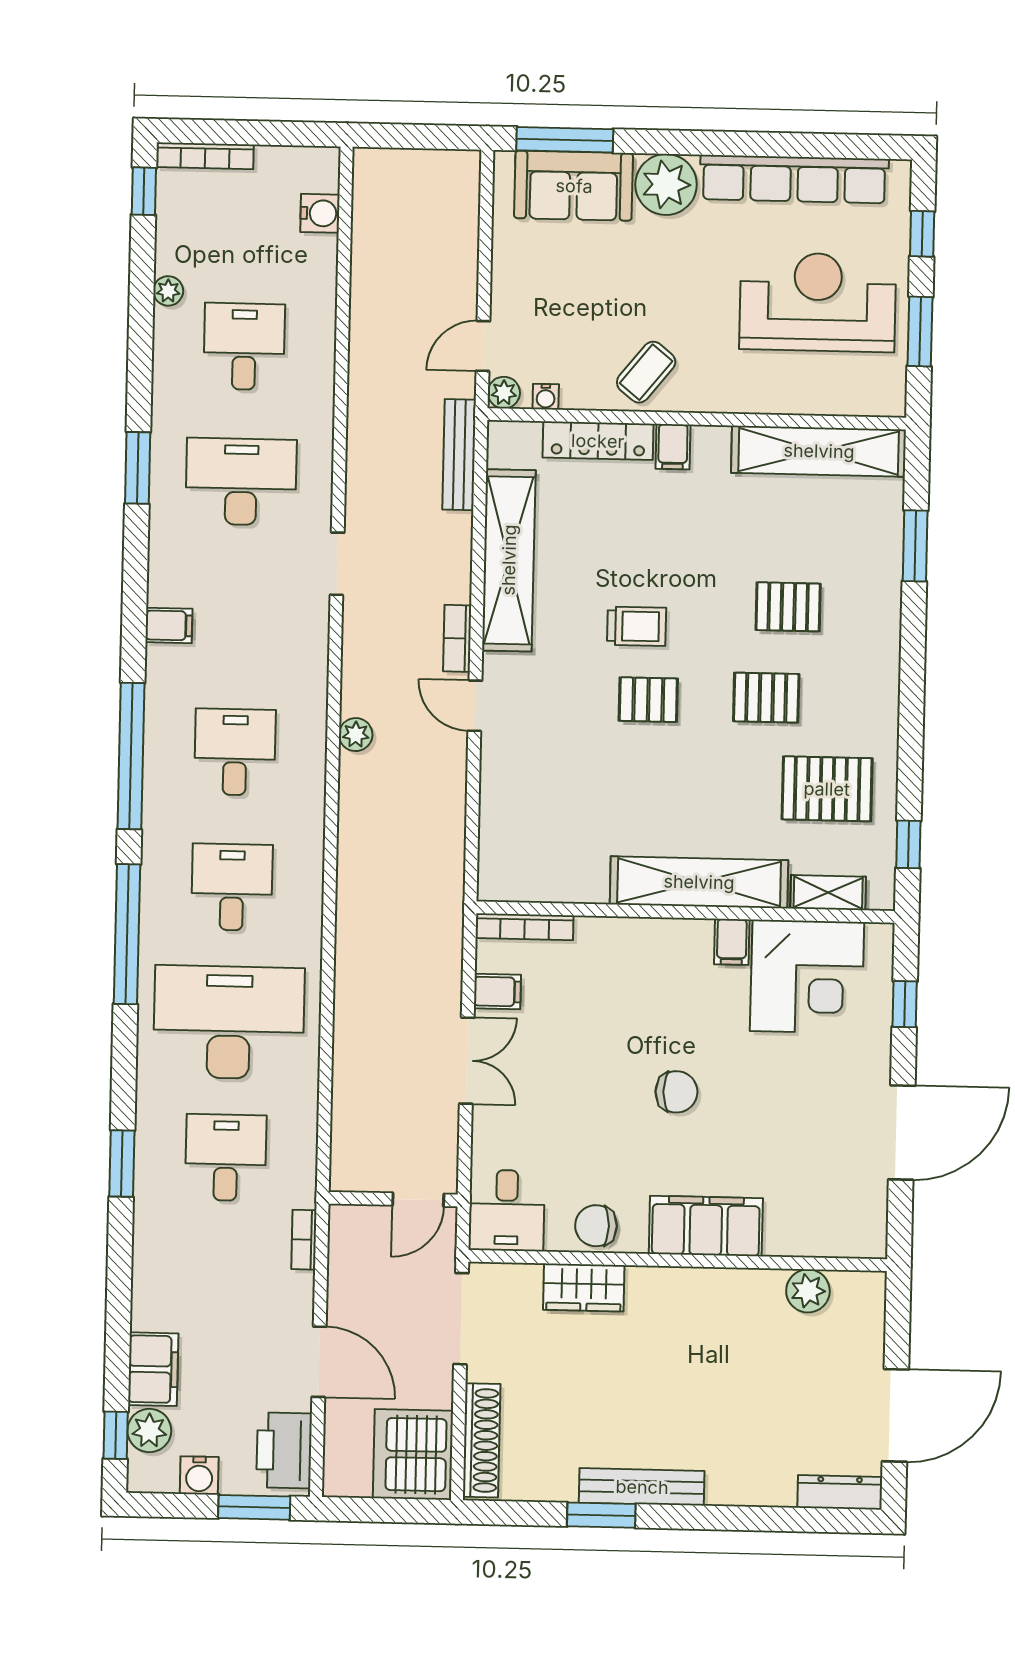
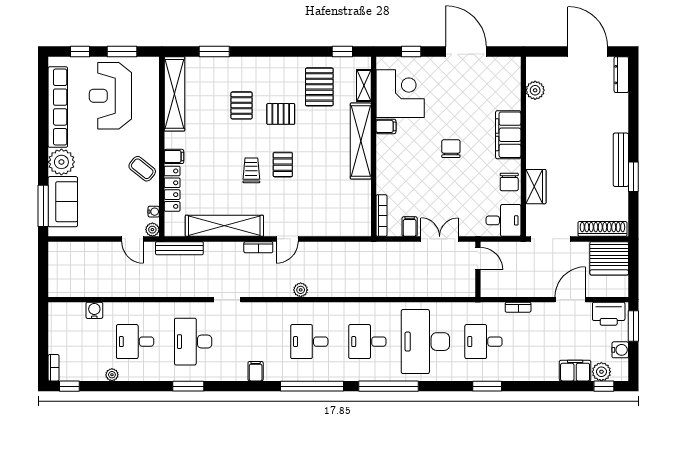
bookcase: (205, 156) -> (54, 368), width x0.64
water cooler: (320, 213) -> (94, 310), moved
pallet: (766, 698) -> (281, 114), turned 90
wall: (393, 1199) -> (478, 269), moved
door: (418, 1200) -> (478, 259), moved

